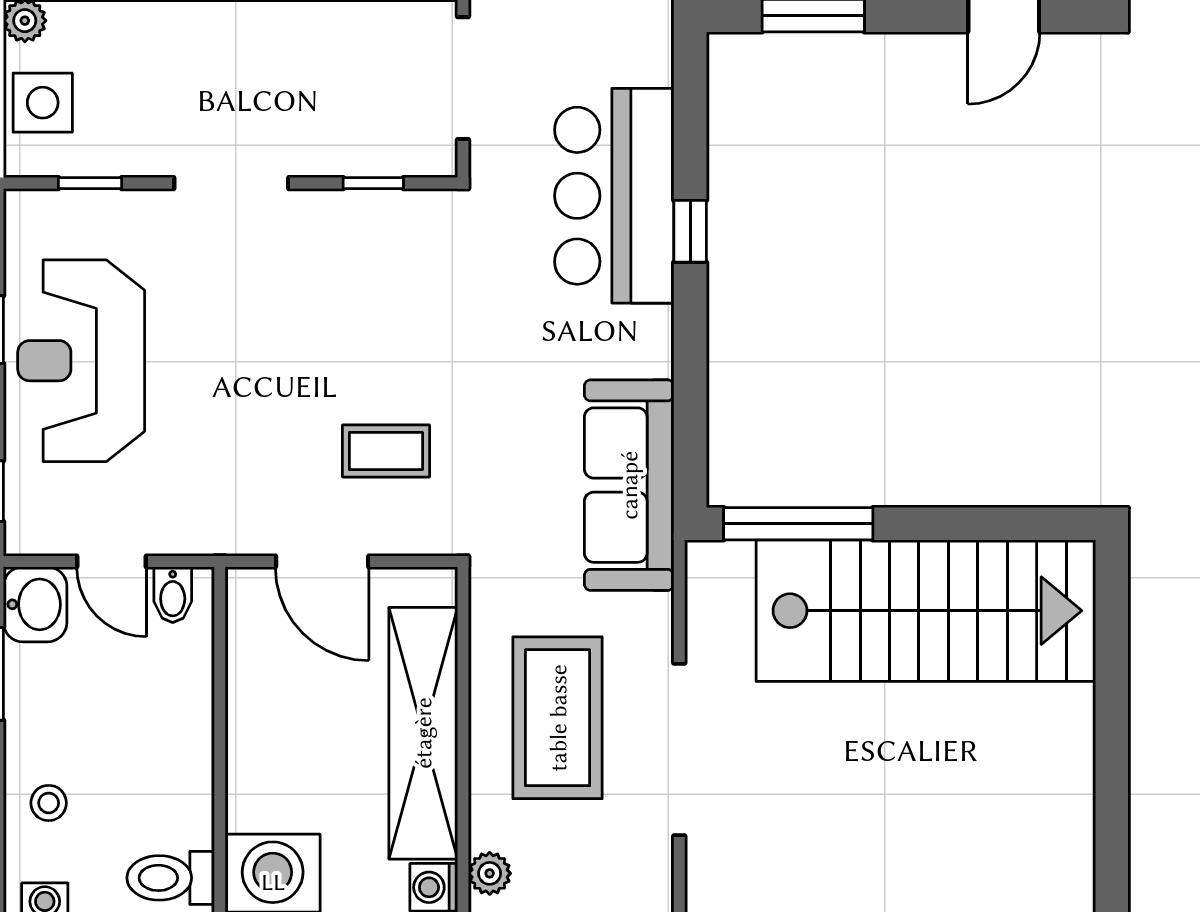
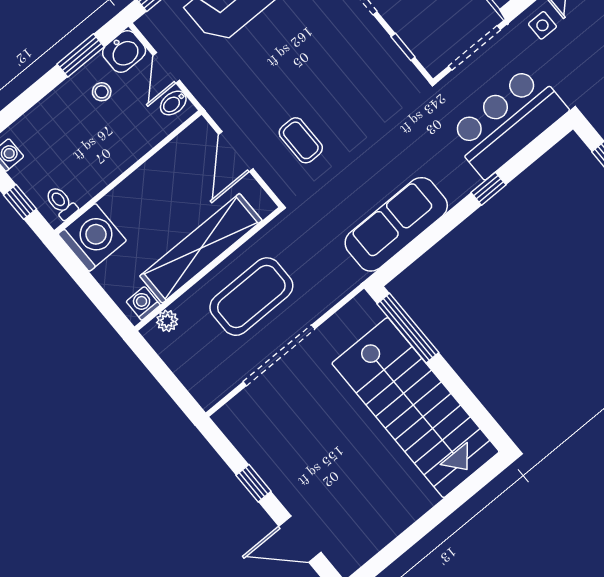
bar counter: (614, 196) -> (508, 122), moved
sofa: (629, 485) -> (396, 224), moved
stool: (49, 803) -> (102, 92), moved
toilet: (171, 878) -> (61, 203), width x0.73, depth x0.72

